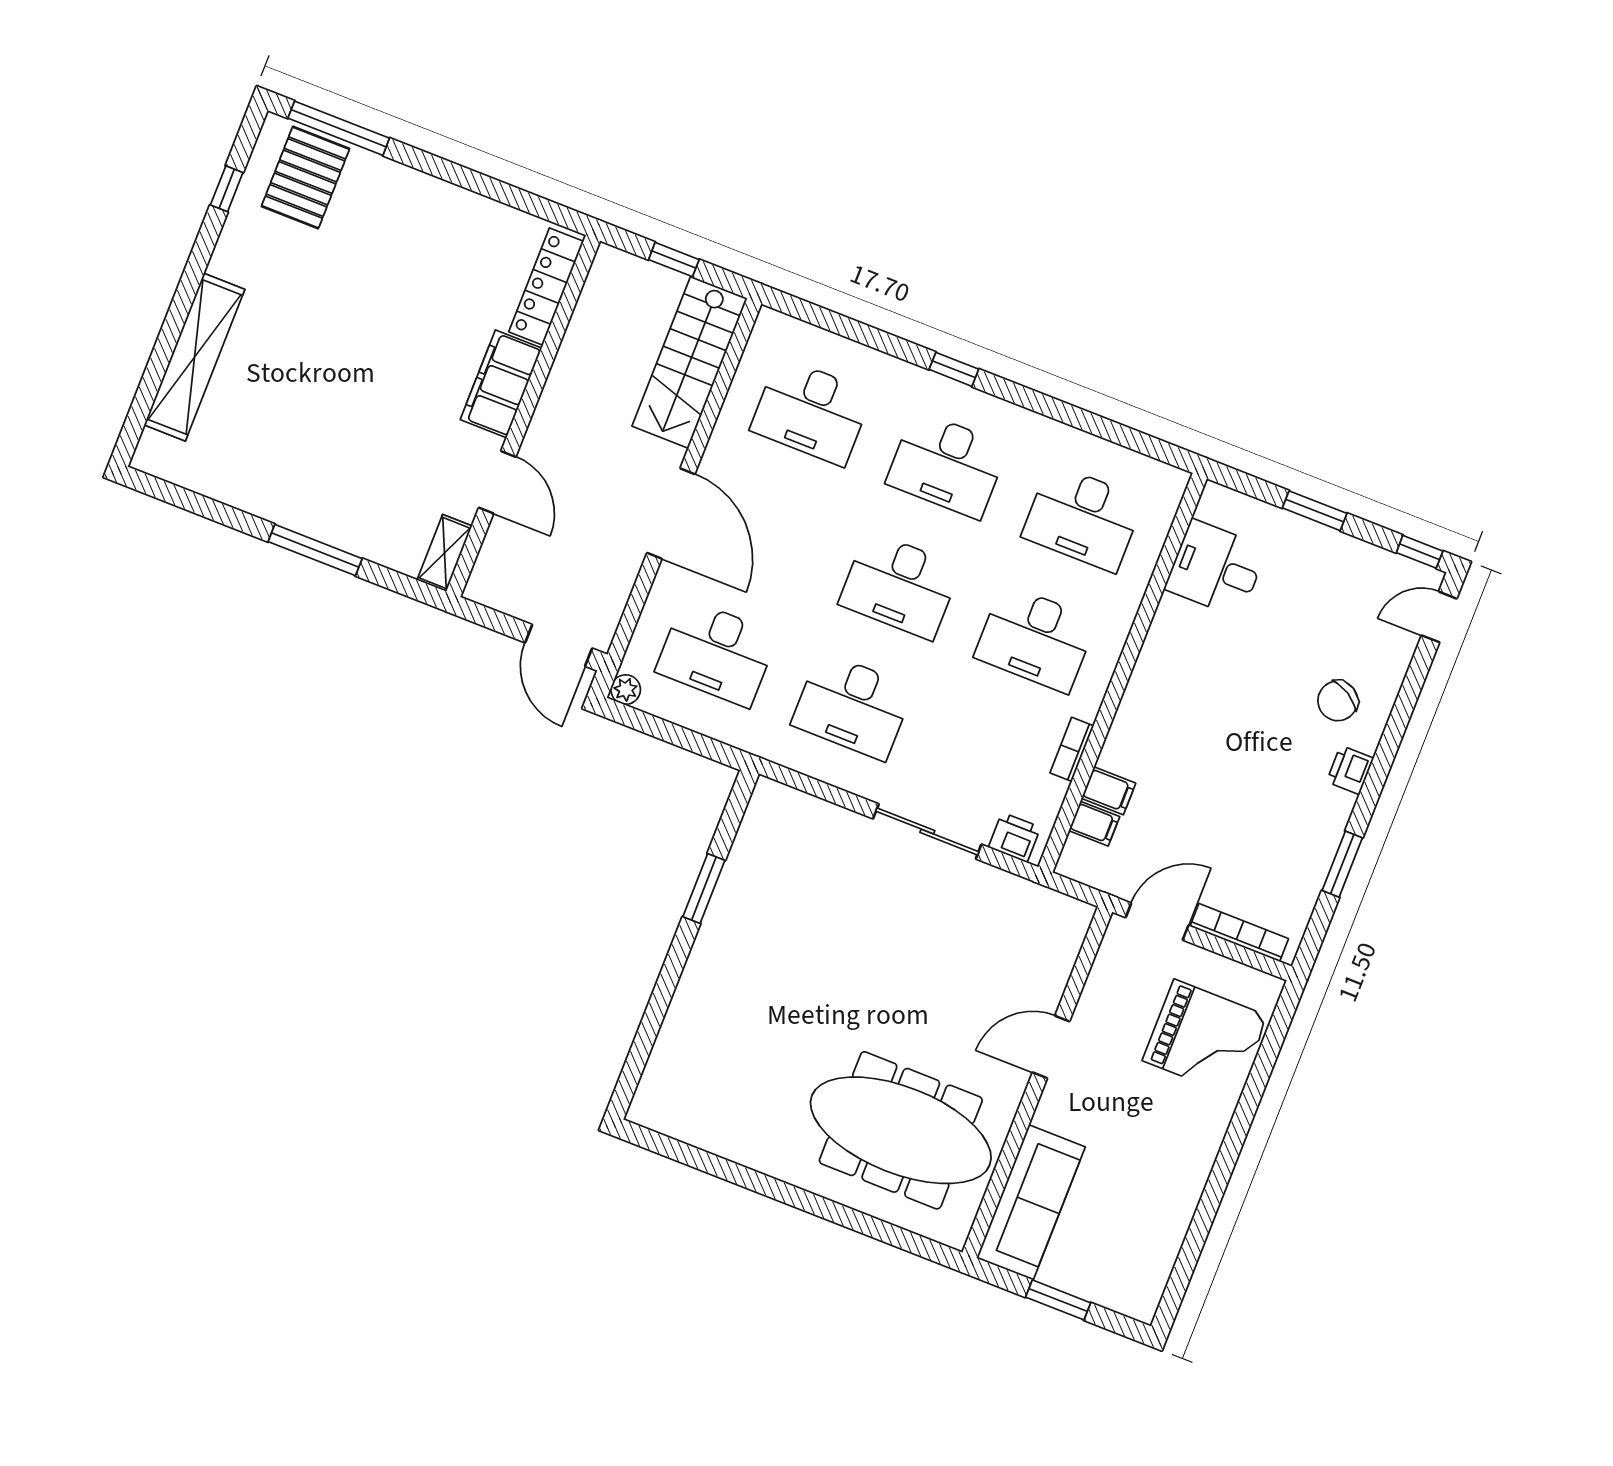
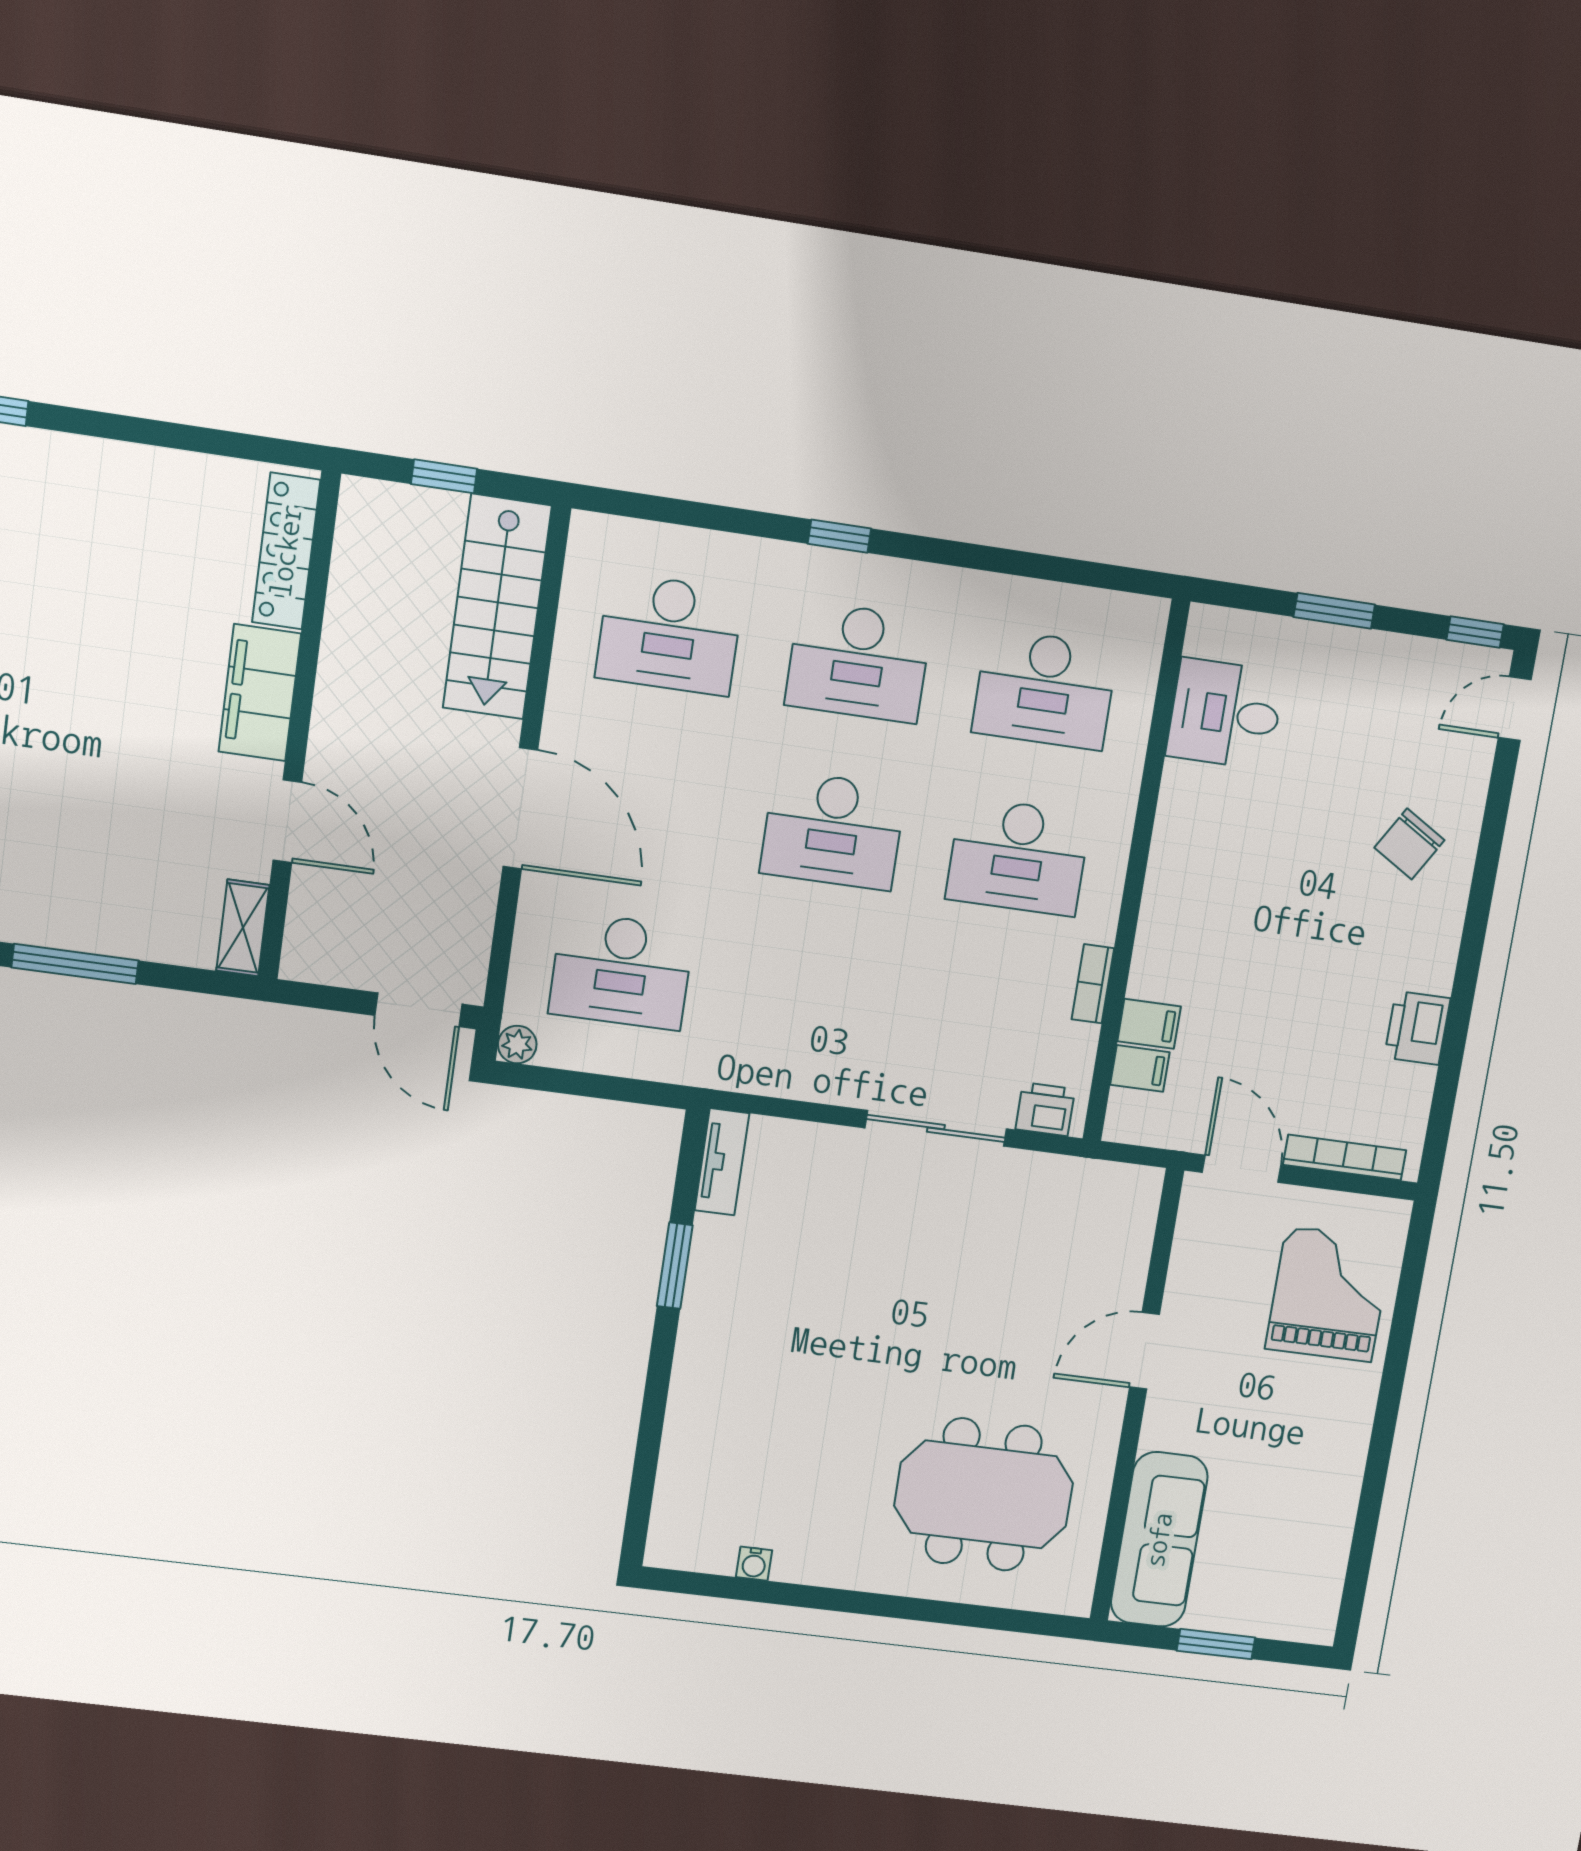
desk: (852, 706) -> (808, 996), removed
printer: (1350, 770) -> (1417, 1028), moved, width x1.36, depth x1.24
tv unit: (758, 817) -> (722, 1162), added
window: (1342, 864) -> (1454, 1044), removed
door: (1157, 921) -> (1242, 1169), hinge flipped
grand piano: (1205, 1038) -> (1329, 1294), turned -90
meeting table: (901, 1130) -> (984, 1495), width x0.73
water cooler: (710, 1140) -> (754, 1564), added

